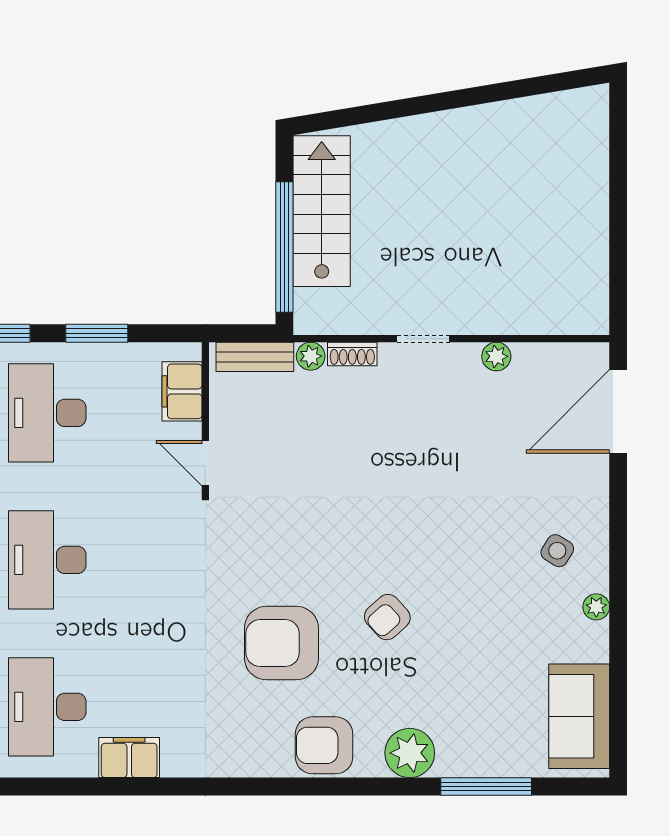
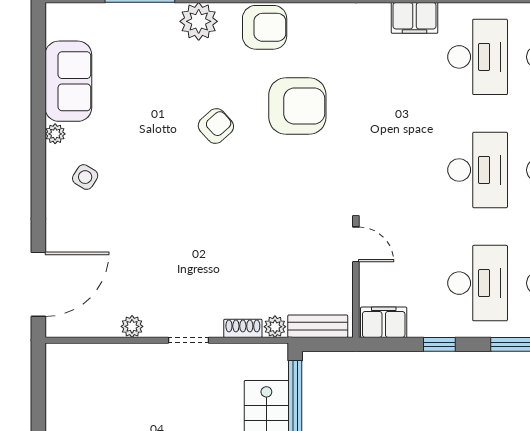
window: (97, 333) -> (439, 344), width x0.67
filing cabinet: (182, 391) -> (384, 322), moved, turned -90
sofa: (579, 716) -> (68, 81), moved

